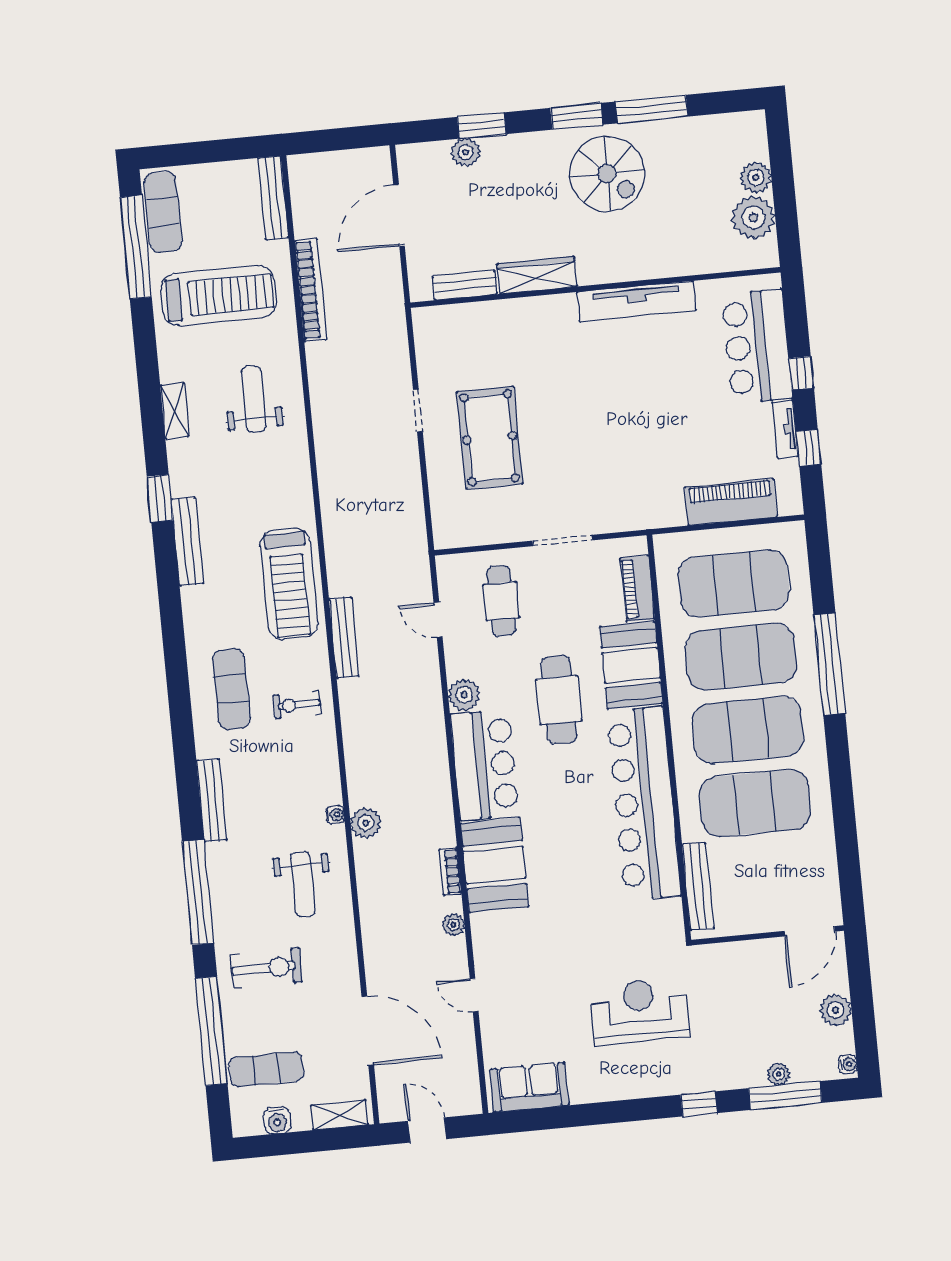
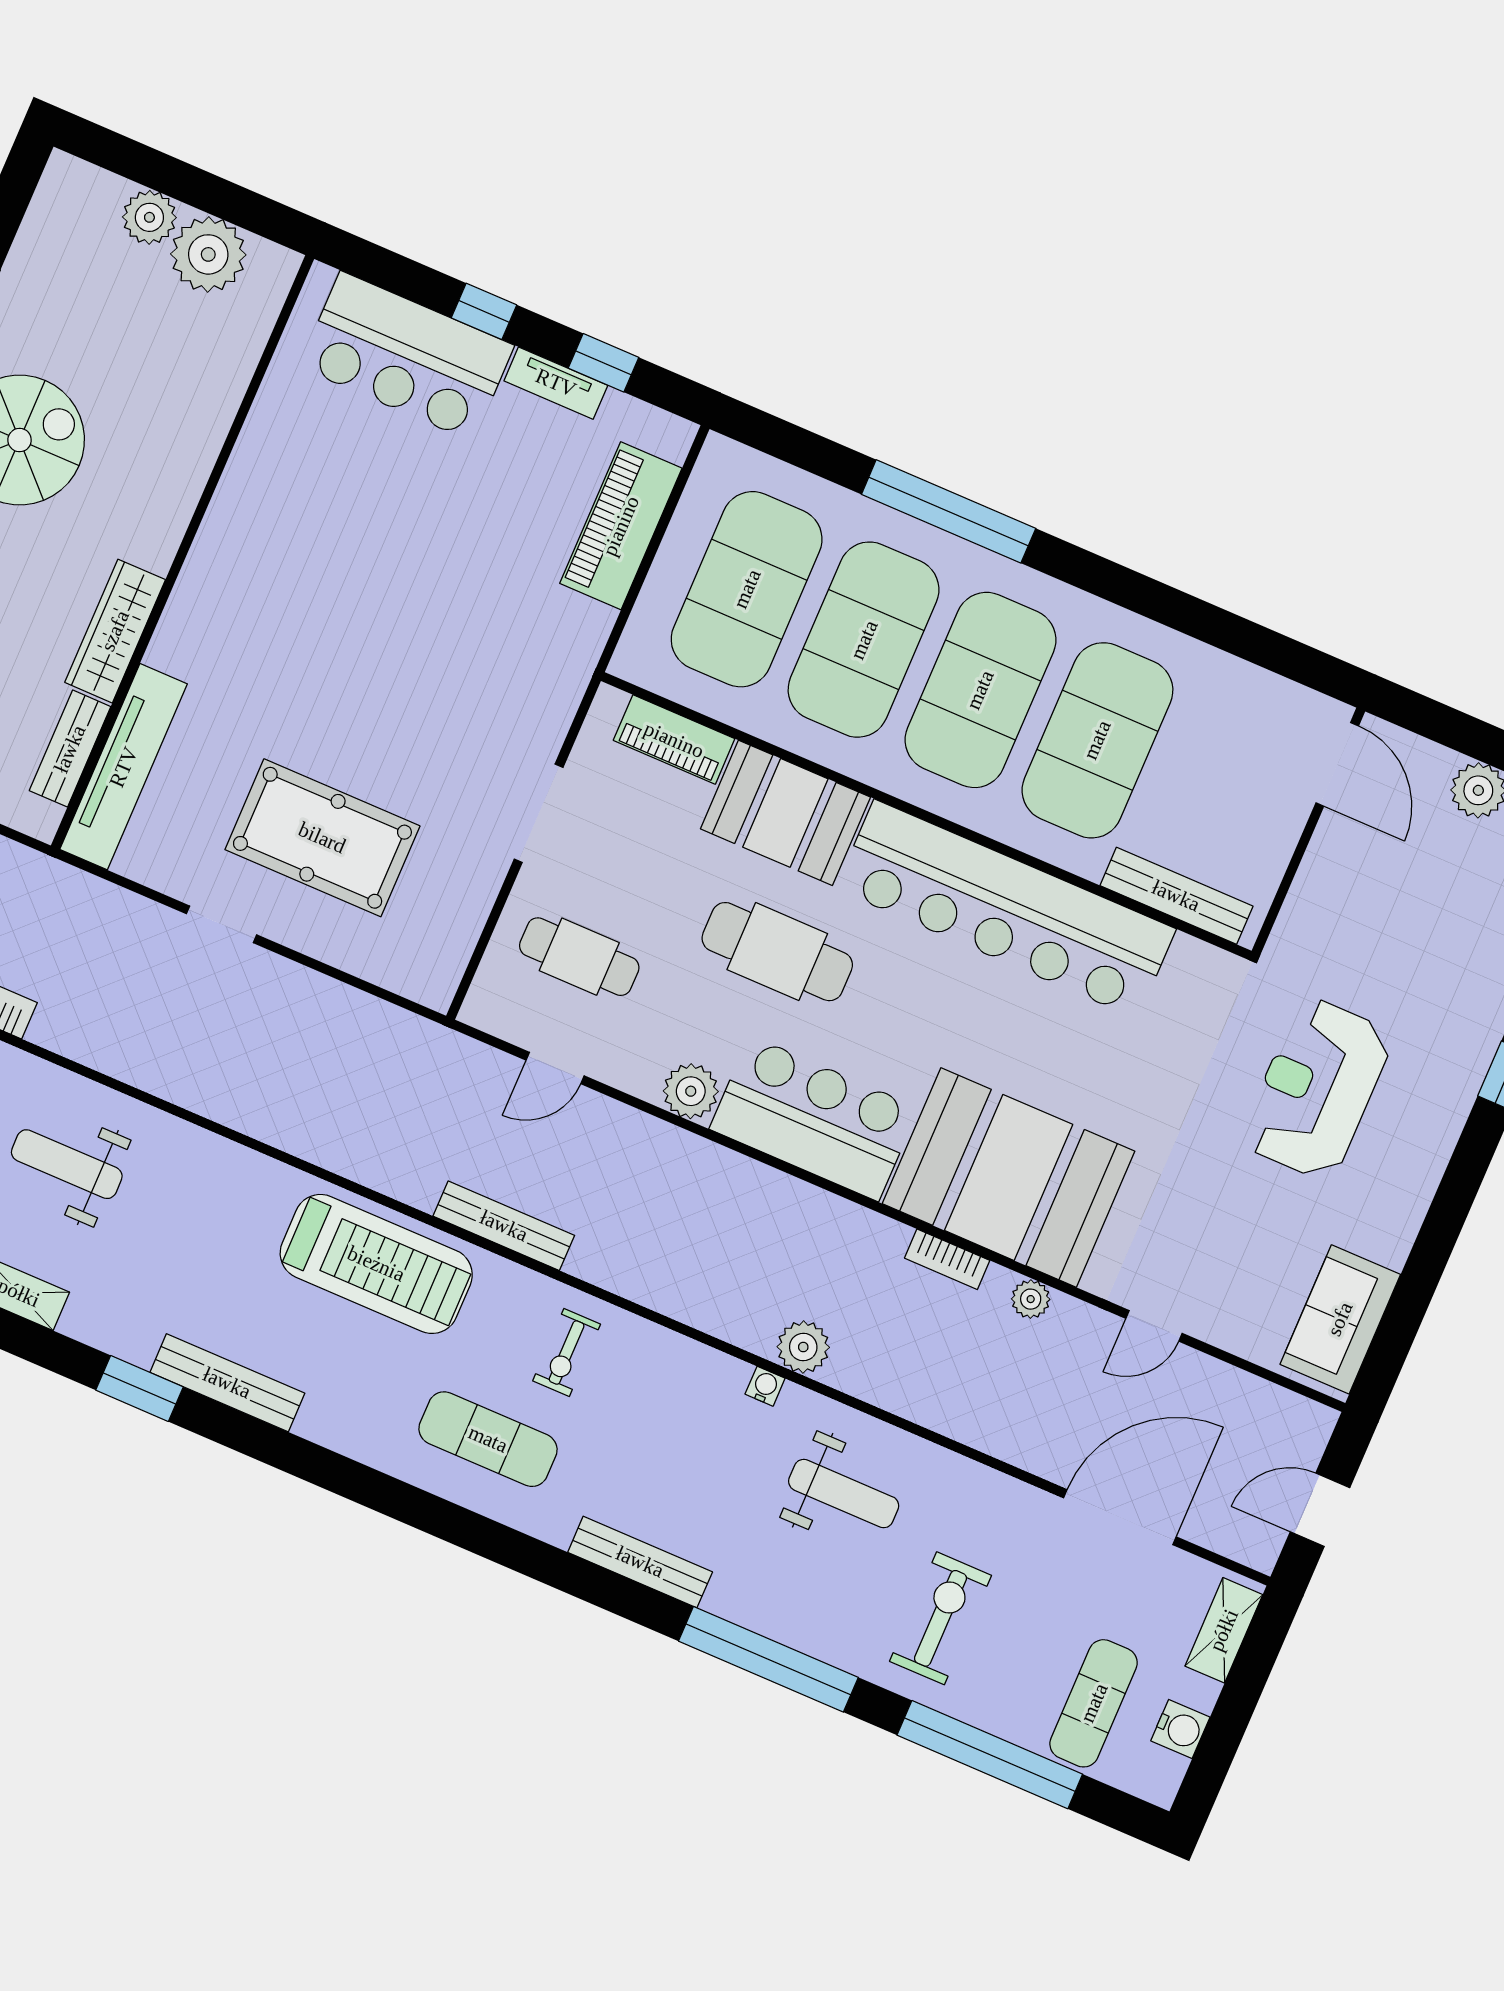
tv unit: (636, 301) -> (124, 767), moved
booth: (495, 865) -> (1009, 1177), width x1.36, depth x1.42

